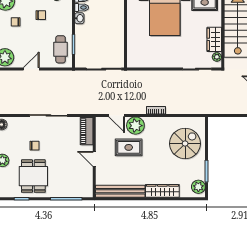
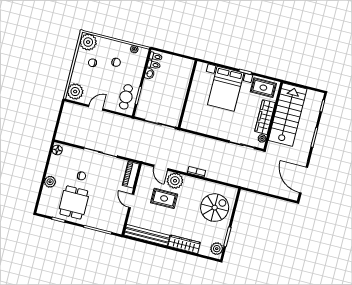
wardrobe: (214, 39) -> (265, 117), width x1.50

